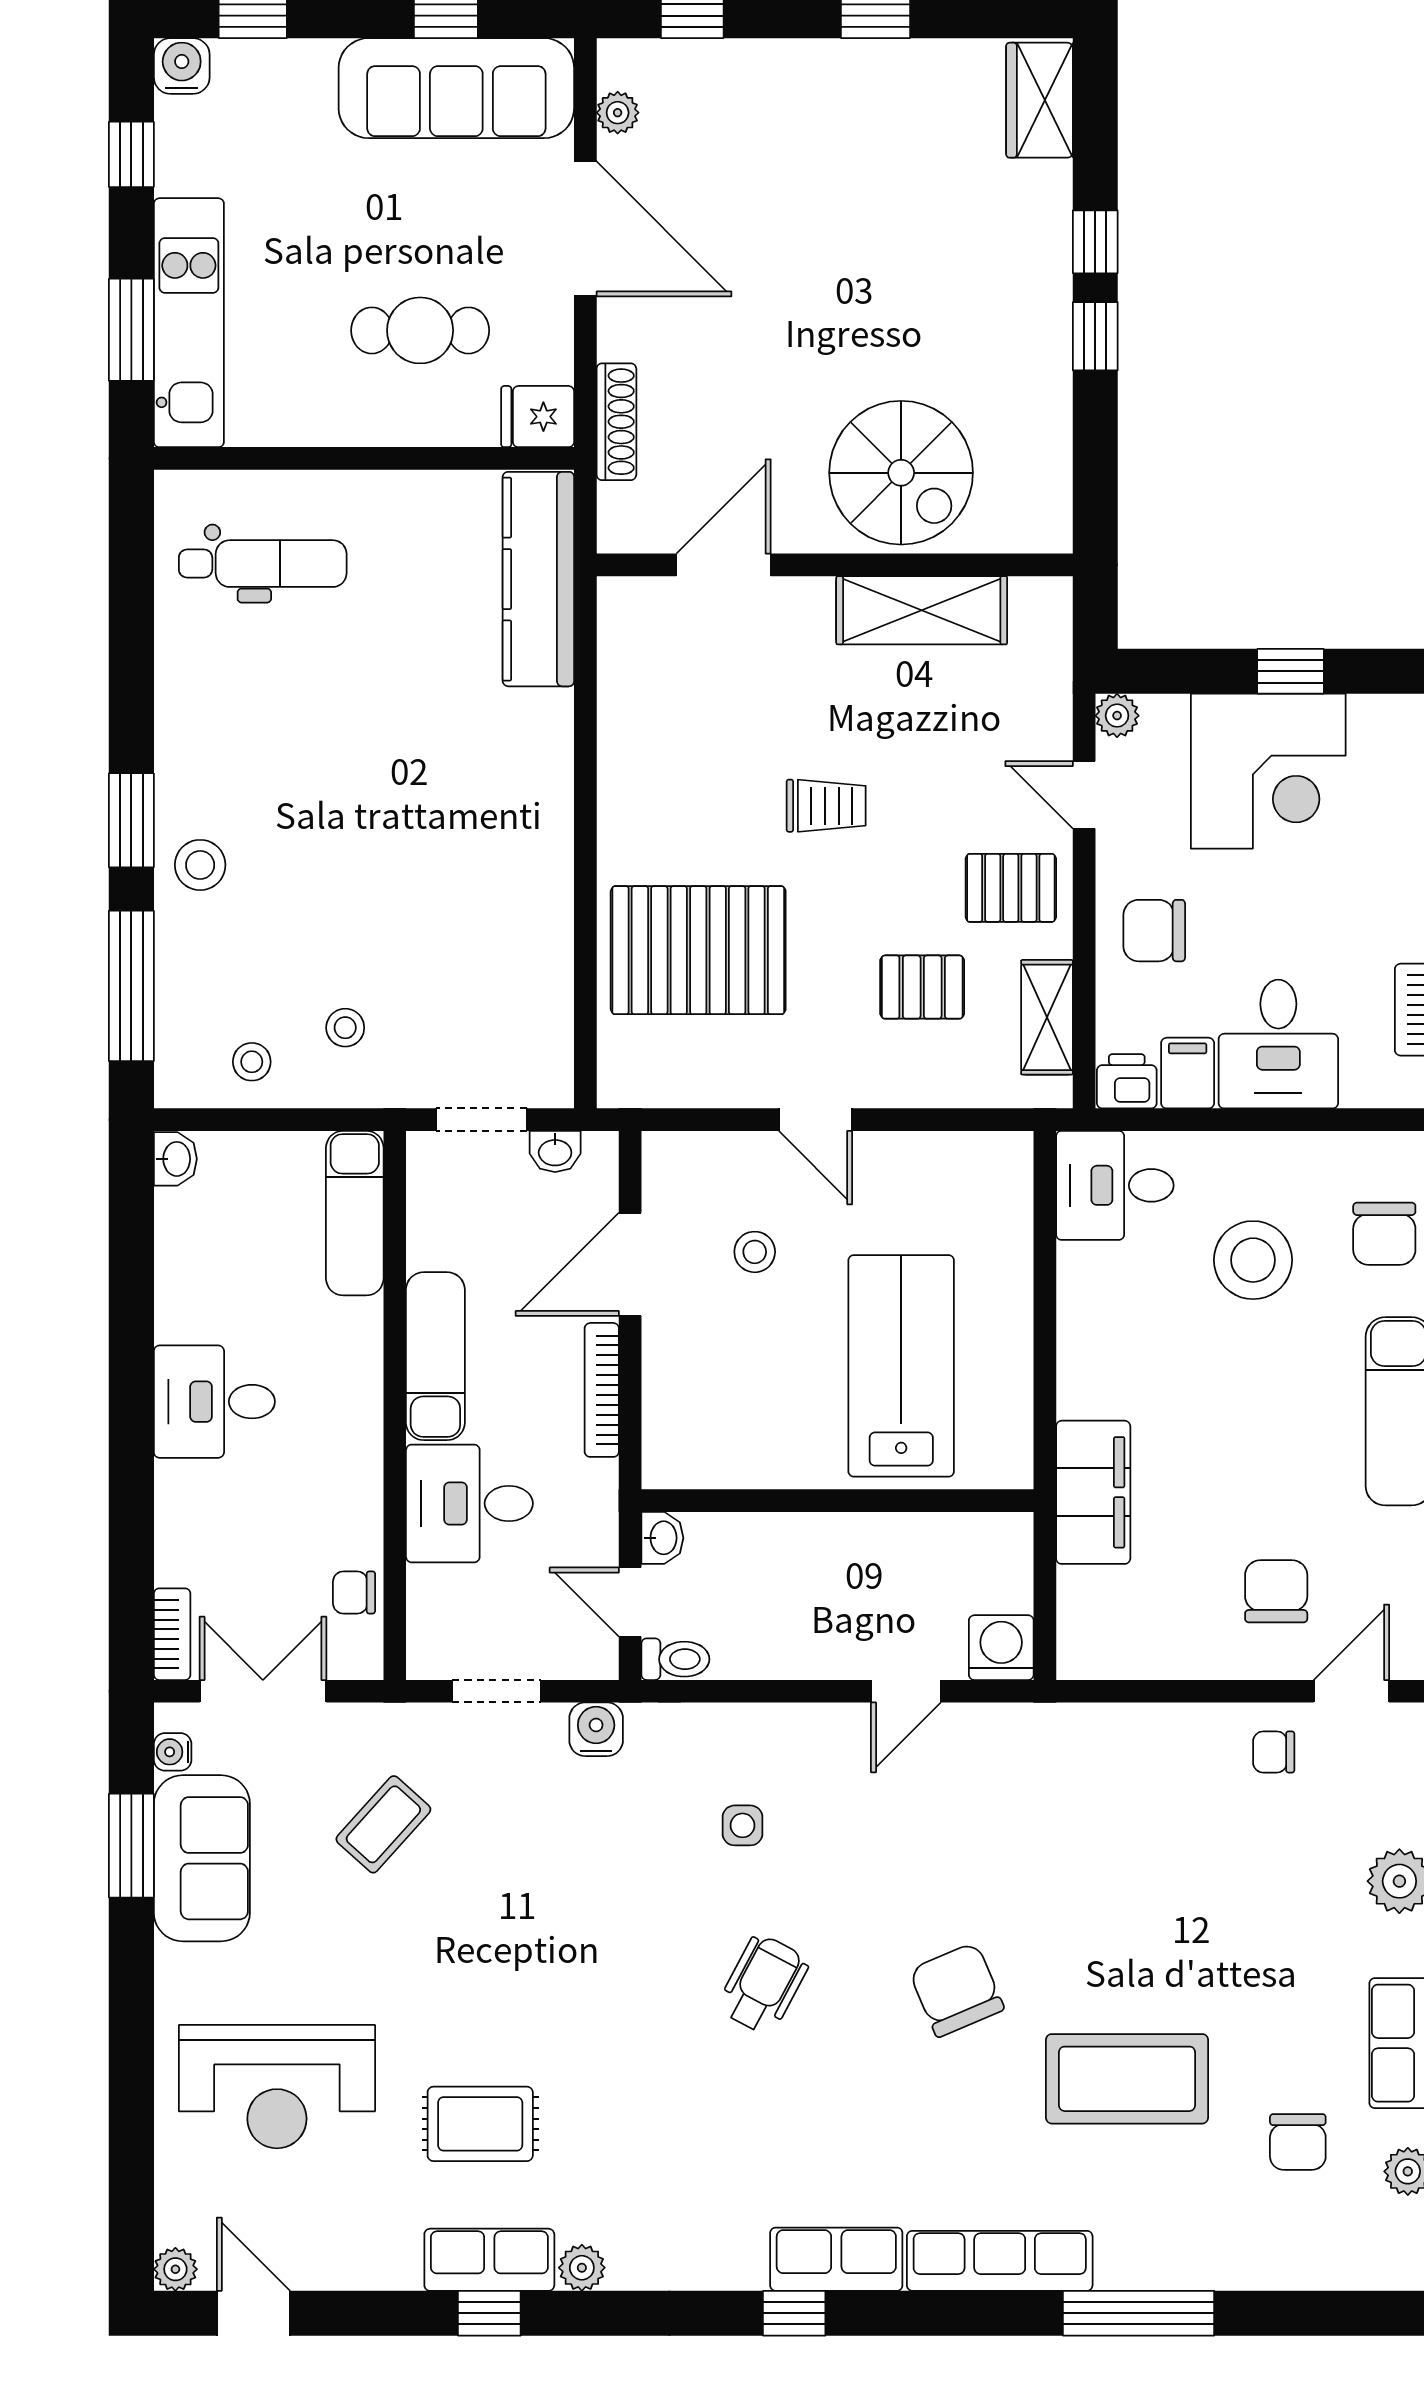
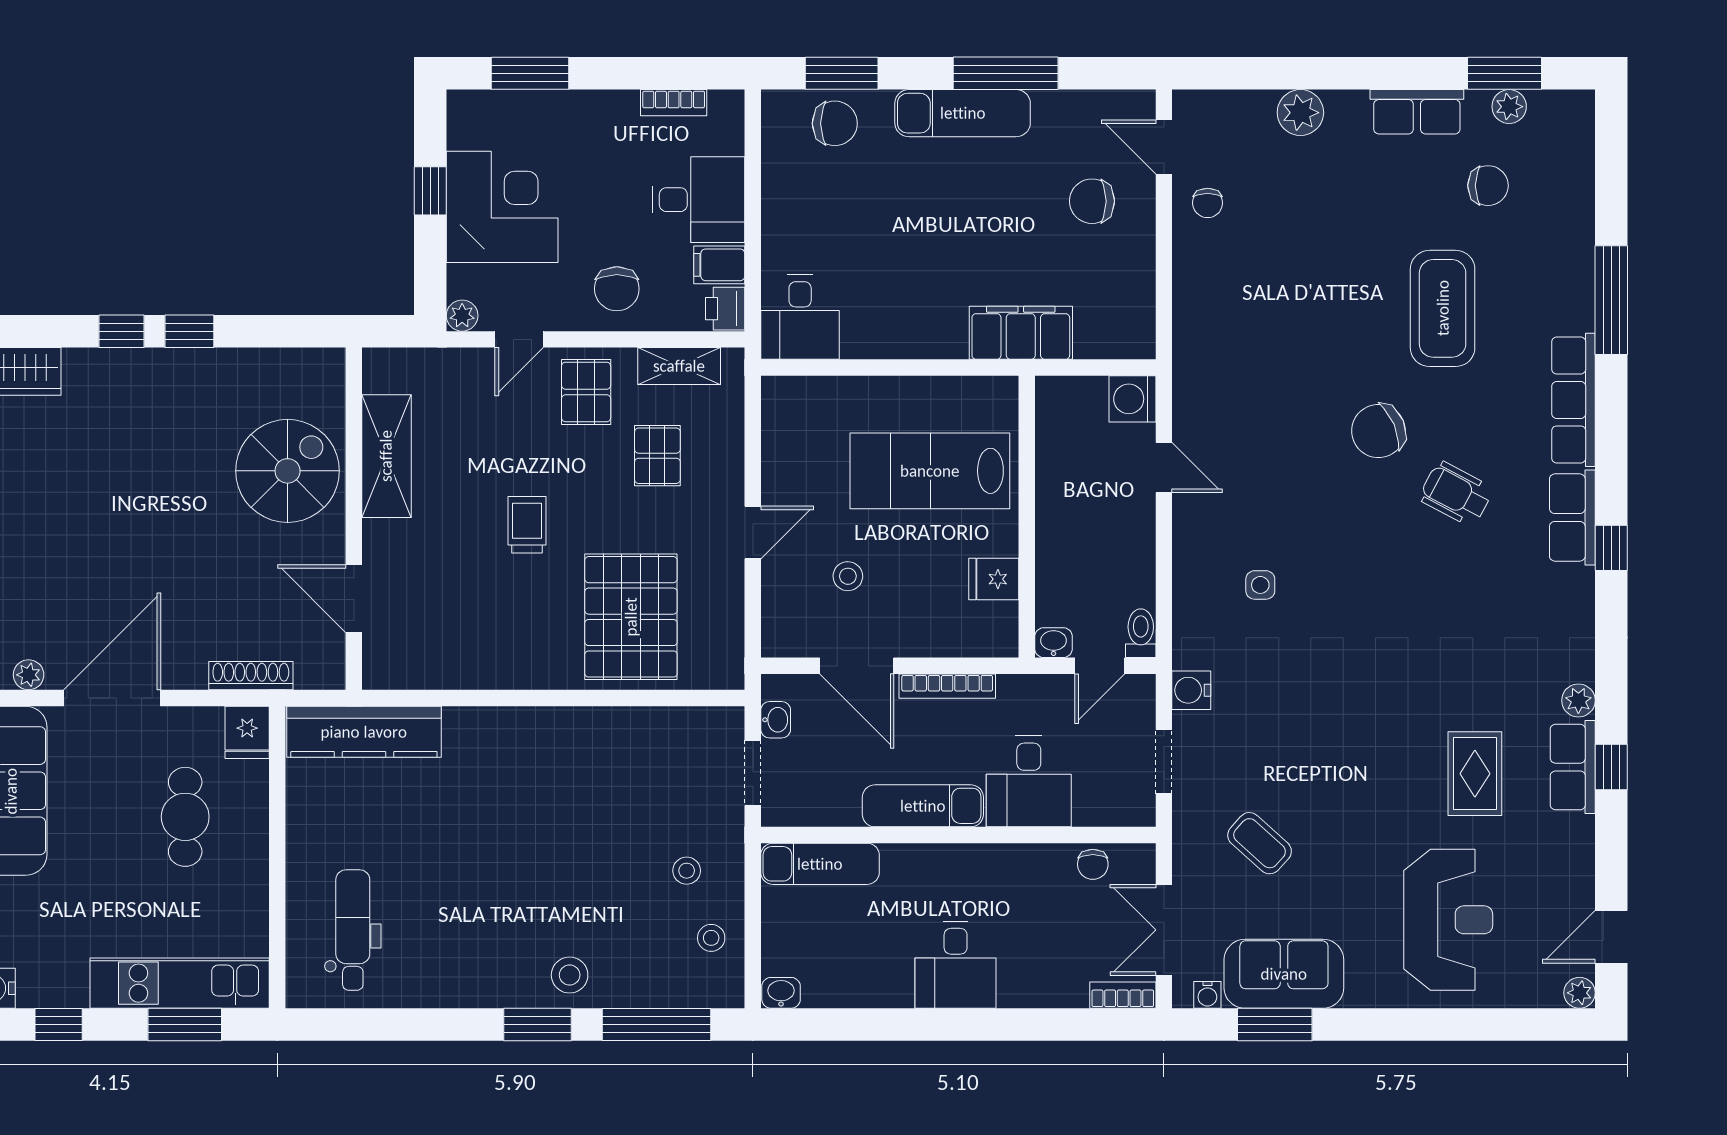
stool: (1253, 1260) -> (854, 218), removed
fridge: (751, 1455) -> (994, 579), added
wheelchair: (763, 1984) -> (1456, 494), moved

